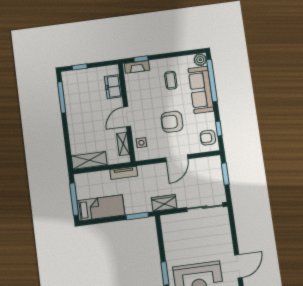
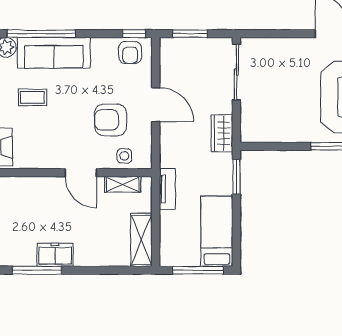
freezer: (113, 87) -> (55, 255), moved, turned 180
armchair: (172, 122) -> (111, 120), moved, turned 90
window: (219, 129) -> (134, 34), moved

